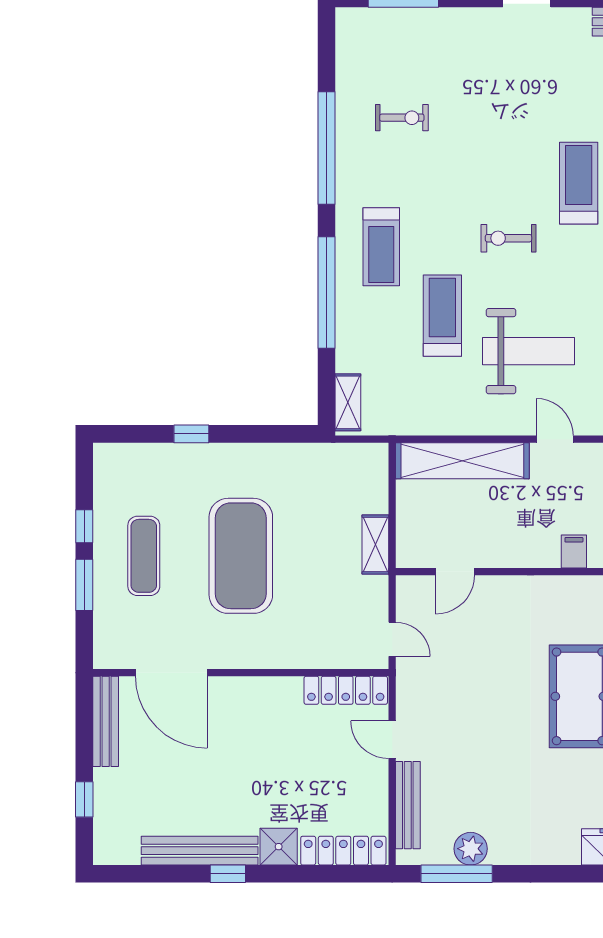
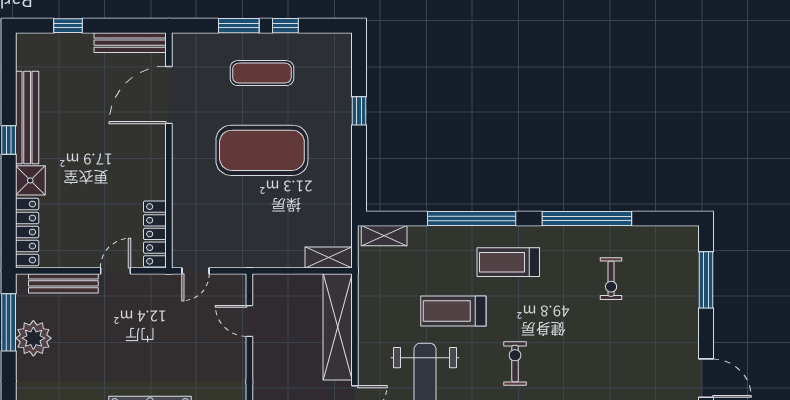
treadmill: (442, 316) -> (453, 311), turned 180
shelving: (375, 544) -> (329, 258), moved
plant: (471, 849) -> (33, 338), width x1.36, depth x1.36

